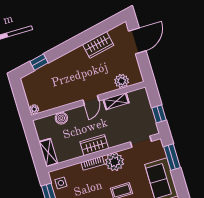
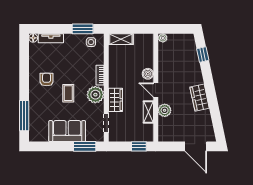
wardrobe: (98, 45) -> (200, 98), moved
plant: (122, 81) -> (165, 110), moved
window: (159, 114) -> (139, 146), moved
boiler: (61, 118) -> (148, 74), moved
wardrobe: (94, 145) -> (115, 100), moved

